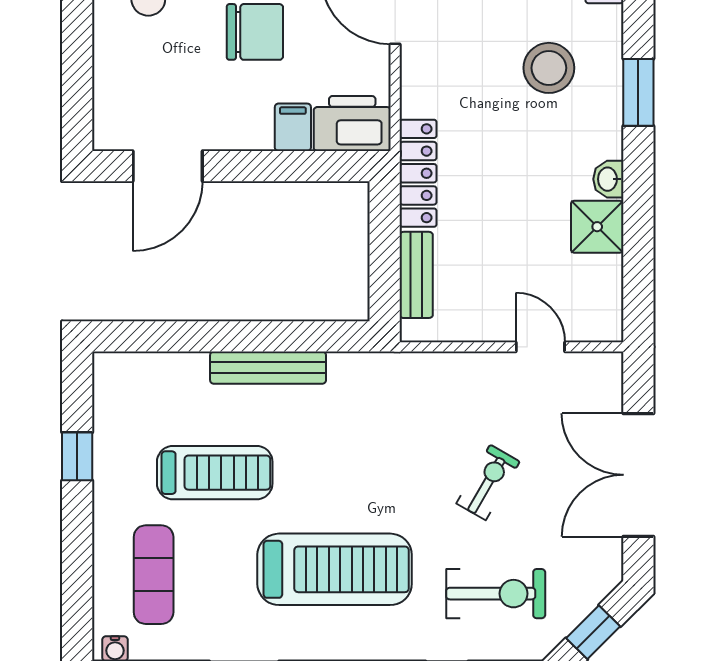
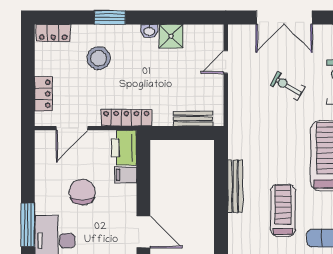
locker: (418, 173) -> (126, 118), moved

